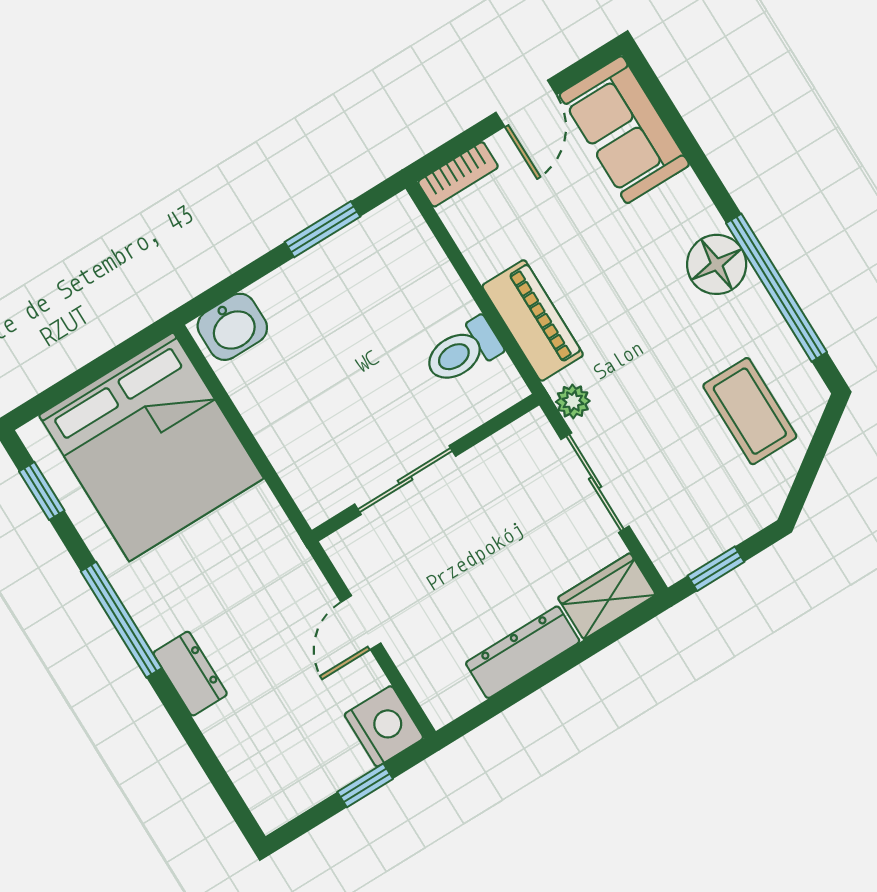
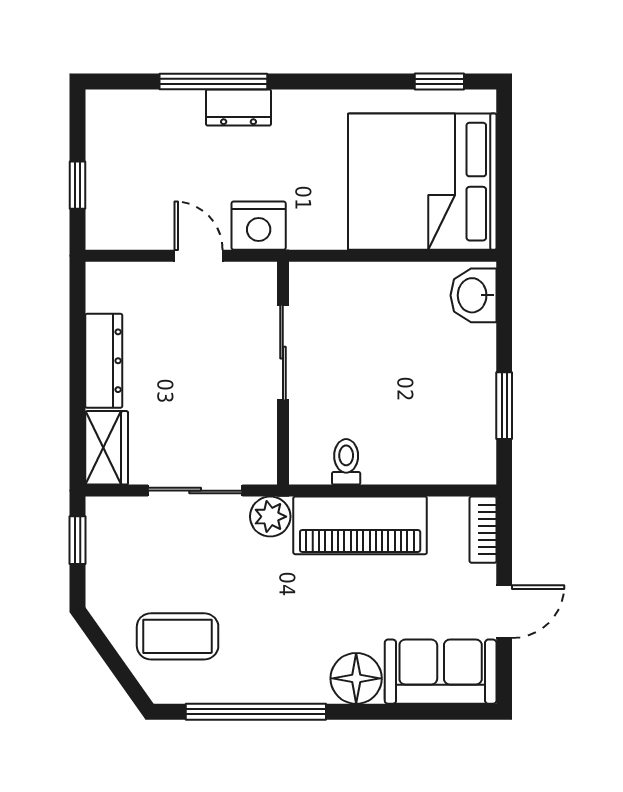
door: (526, 103) -> (504, 612), swing flipped
floor lamp: (717, 264) -> (356, 678), moved
piano: (533, 320) -> (360, 525), width x1.37, depth x1.33
toilet: (463, 351) -> (346, 462), width x0.73, depth x0.72
plant: (573, 401) -> (270, 517), width x1.38, depth x1.38
window: (121, 620) -> (213, 81), moved
nightstand: (384, 726) -> (259, 226), moved

